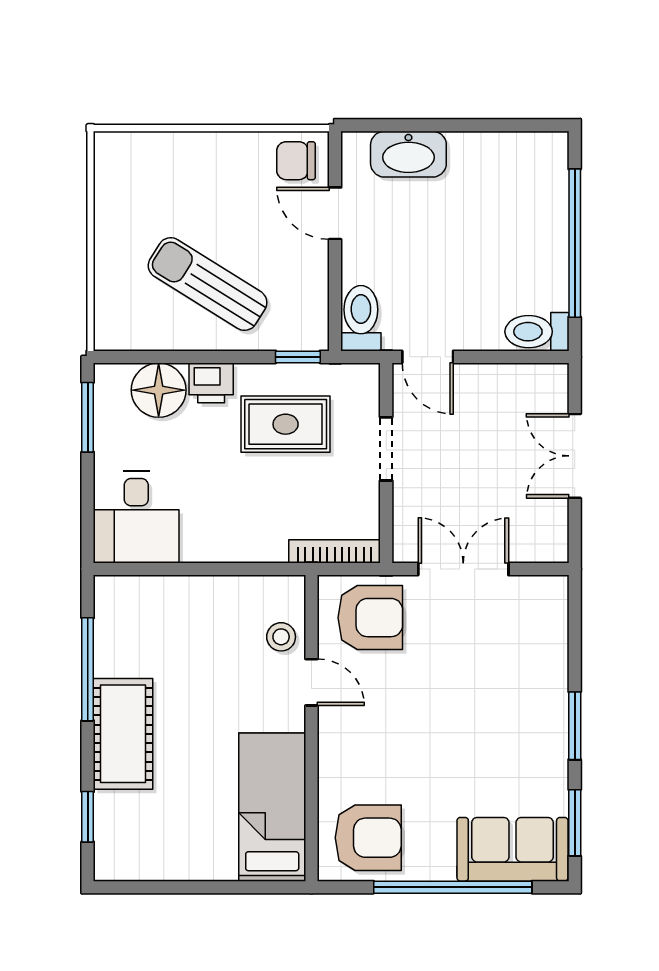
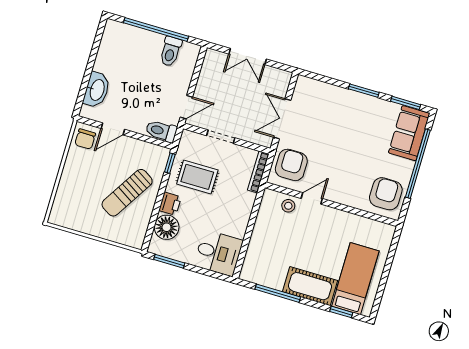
toilet: (537, 332) -> (171, 51), moved
rug: (286, 424) -> (197, 177), turned 90
bed: (272, 807) -> (355, 279), moved, turned 90

